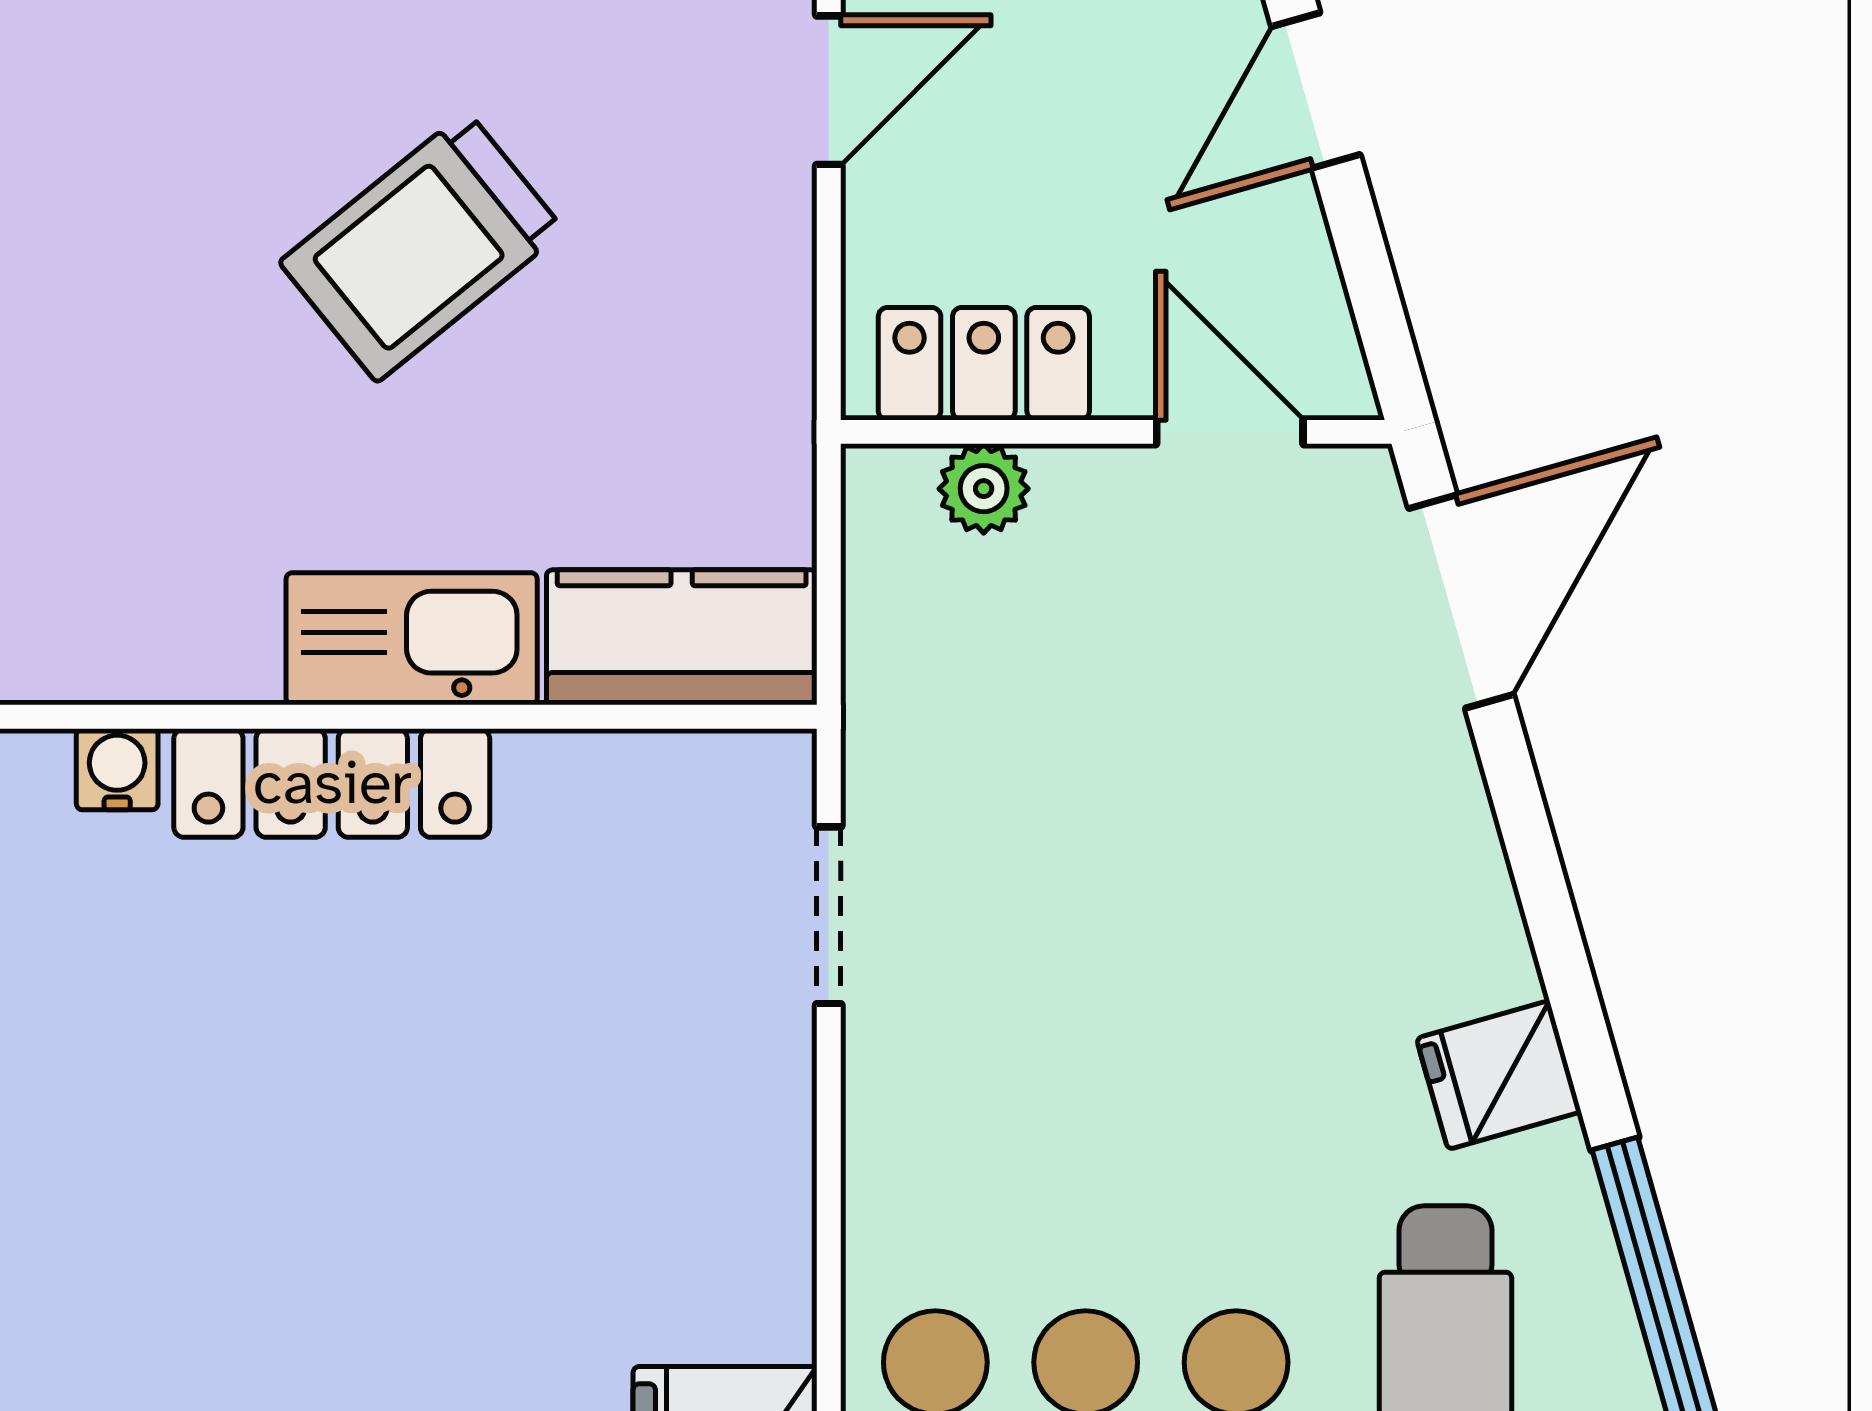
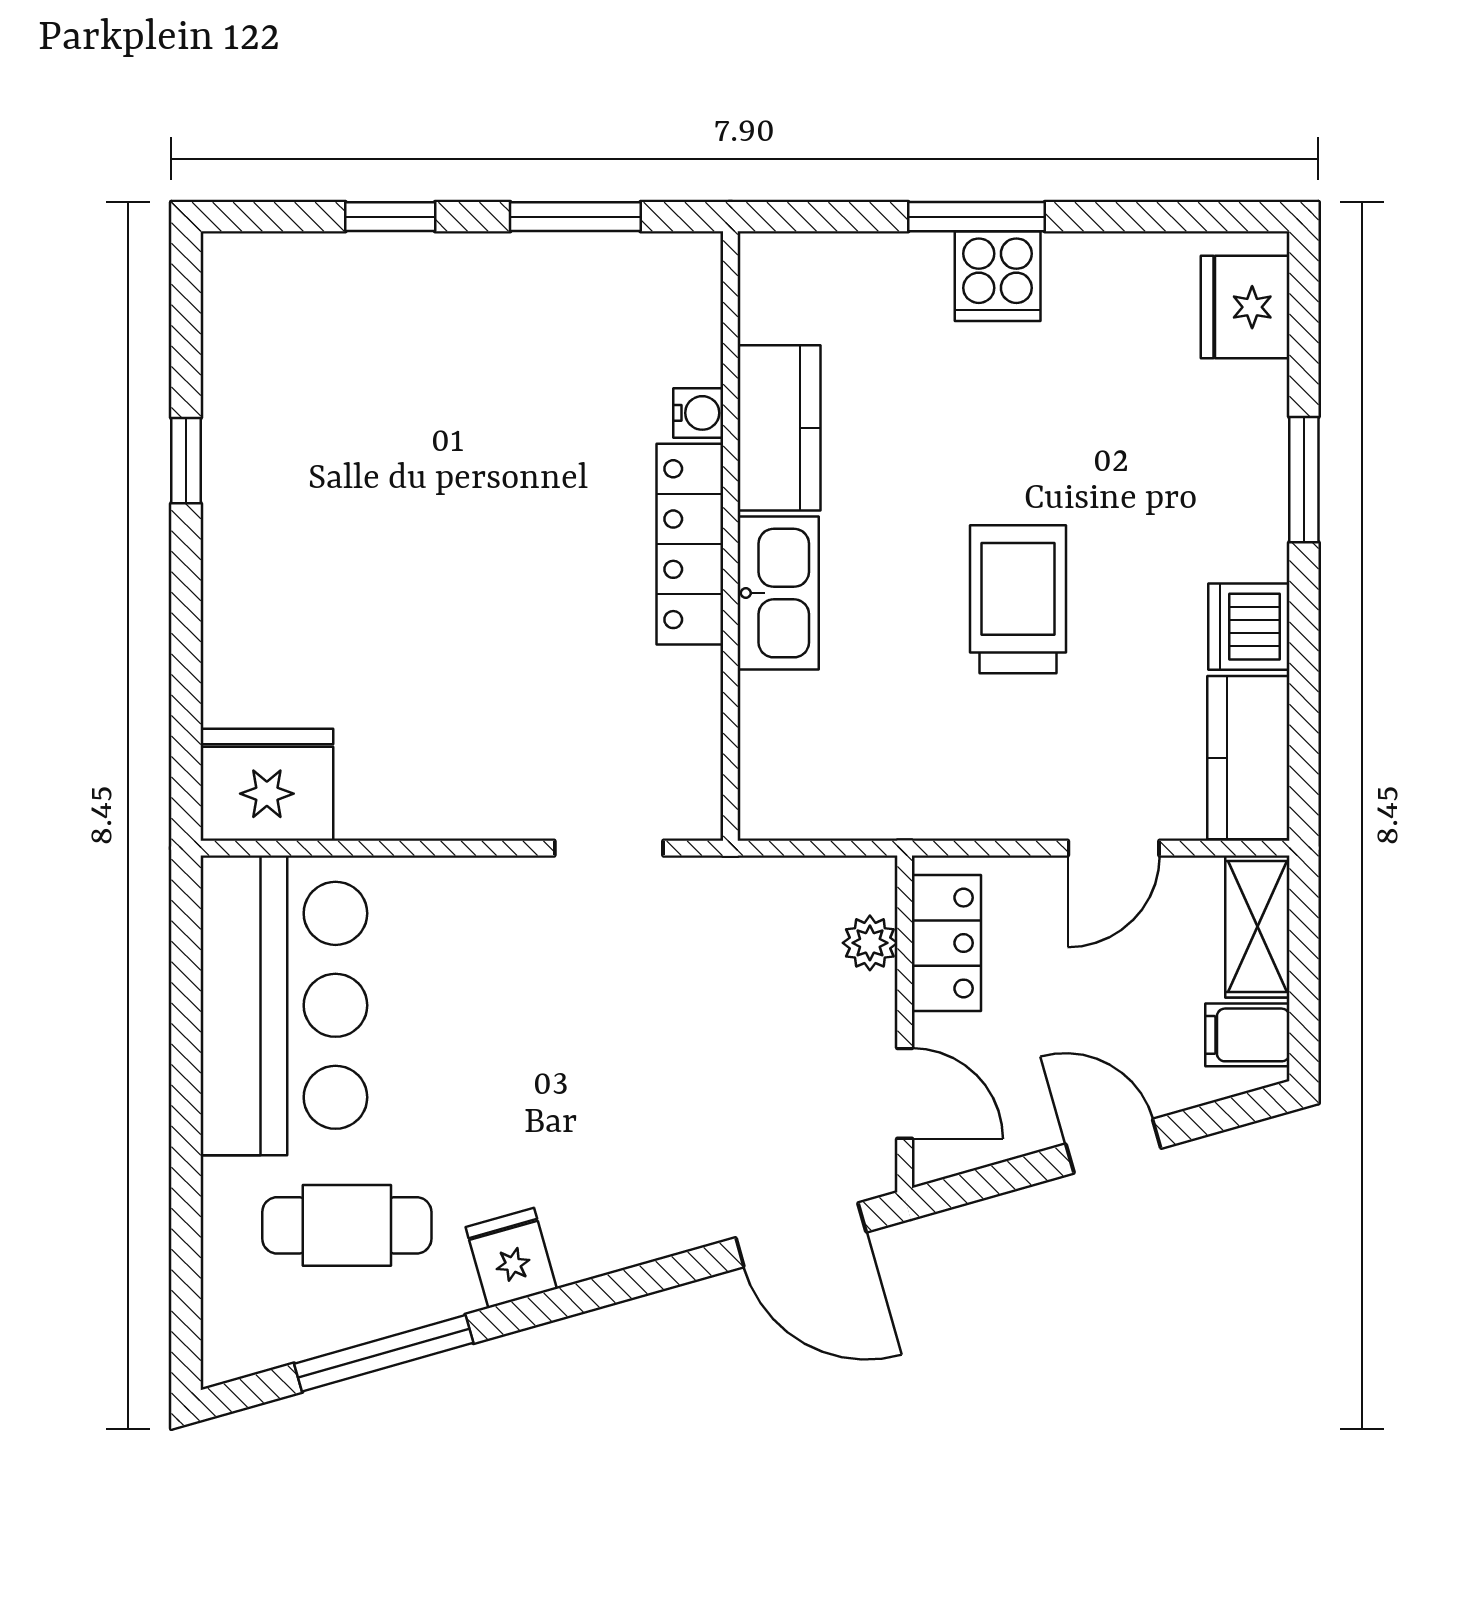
door: (829, 90) -> (1114, 848), hinge flipped
trolley: (422, 246) -> (1018, 599), turned 39
door: (1230, 432) -> (905, 1093), hinge flipped
kitchen counter: (682, 637) -> (779, 428), moved

